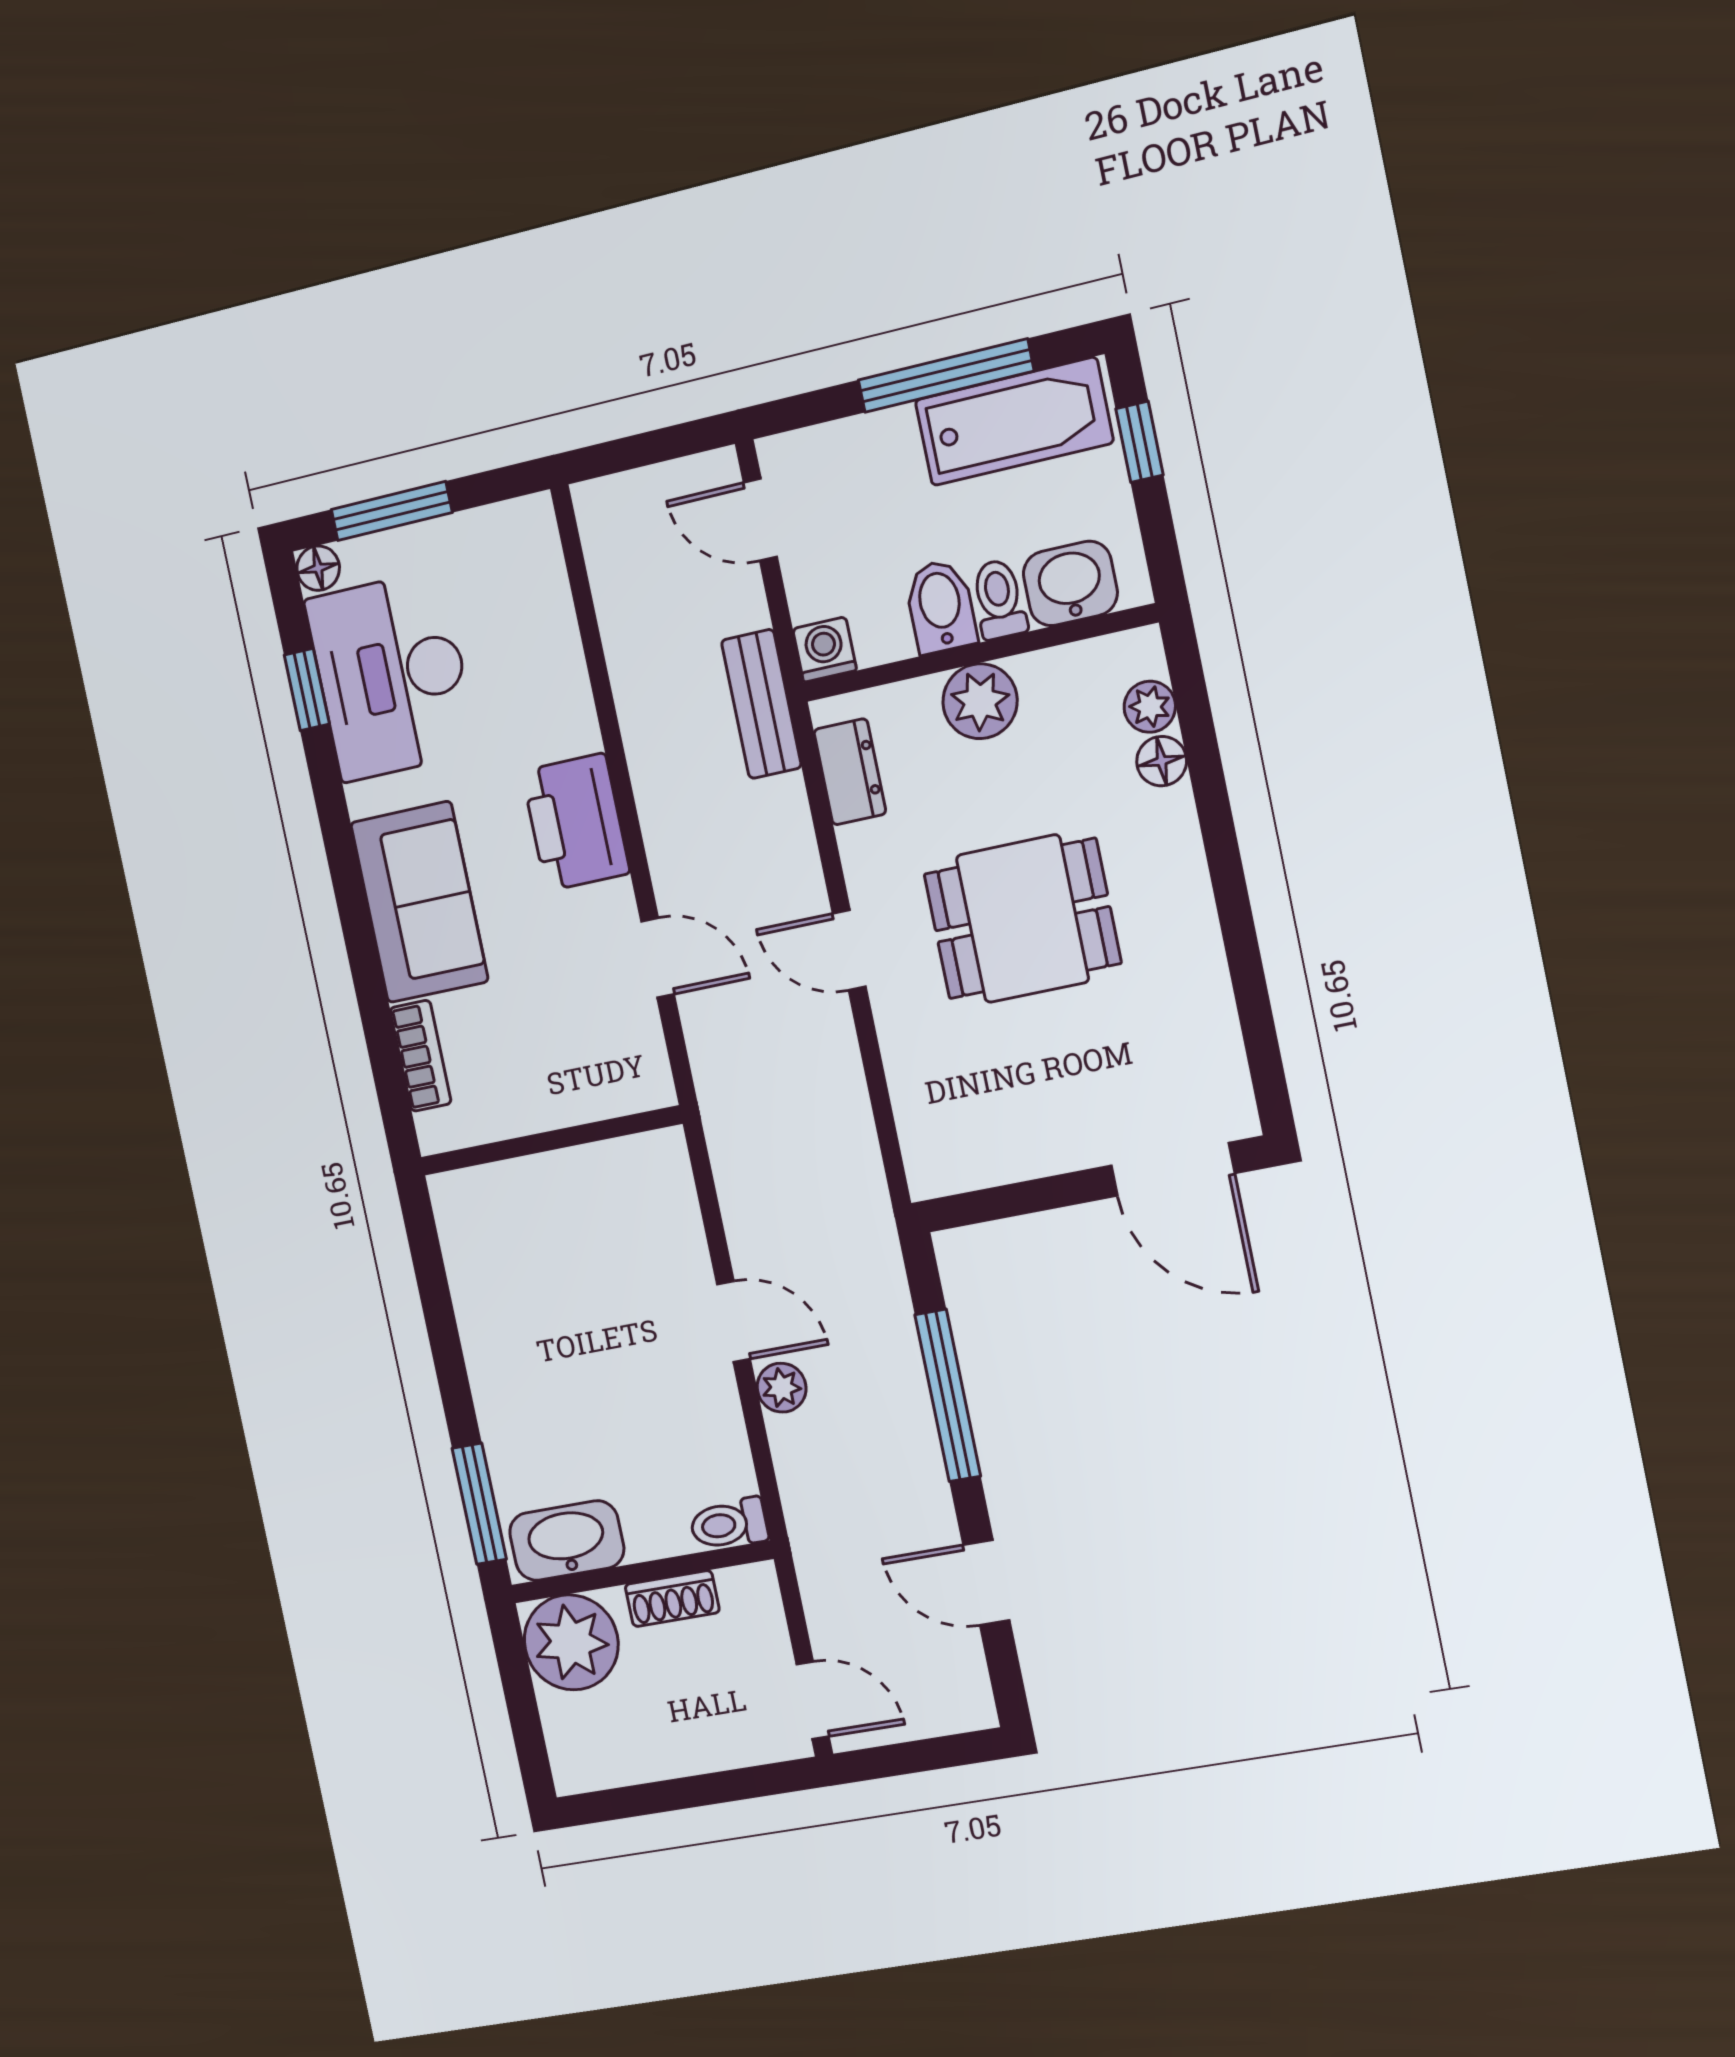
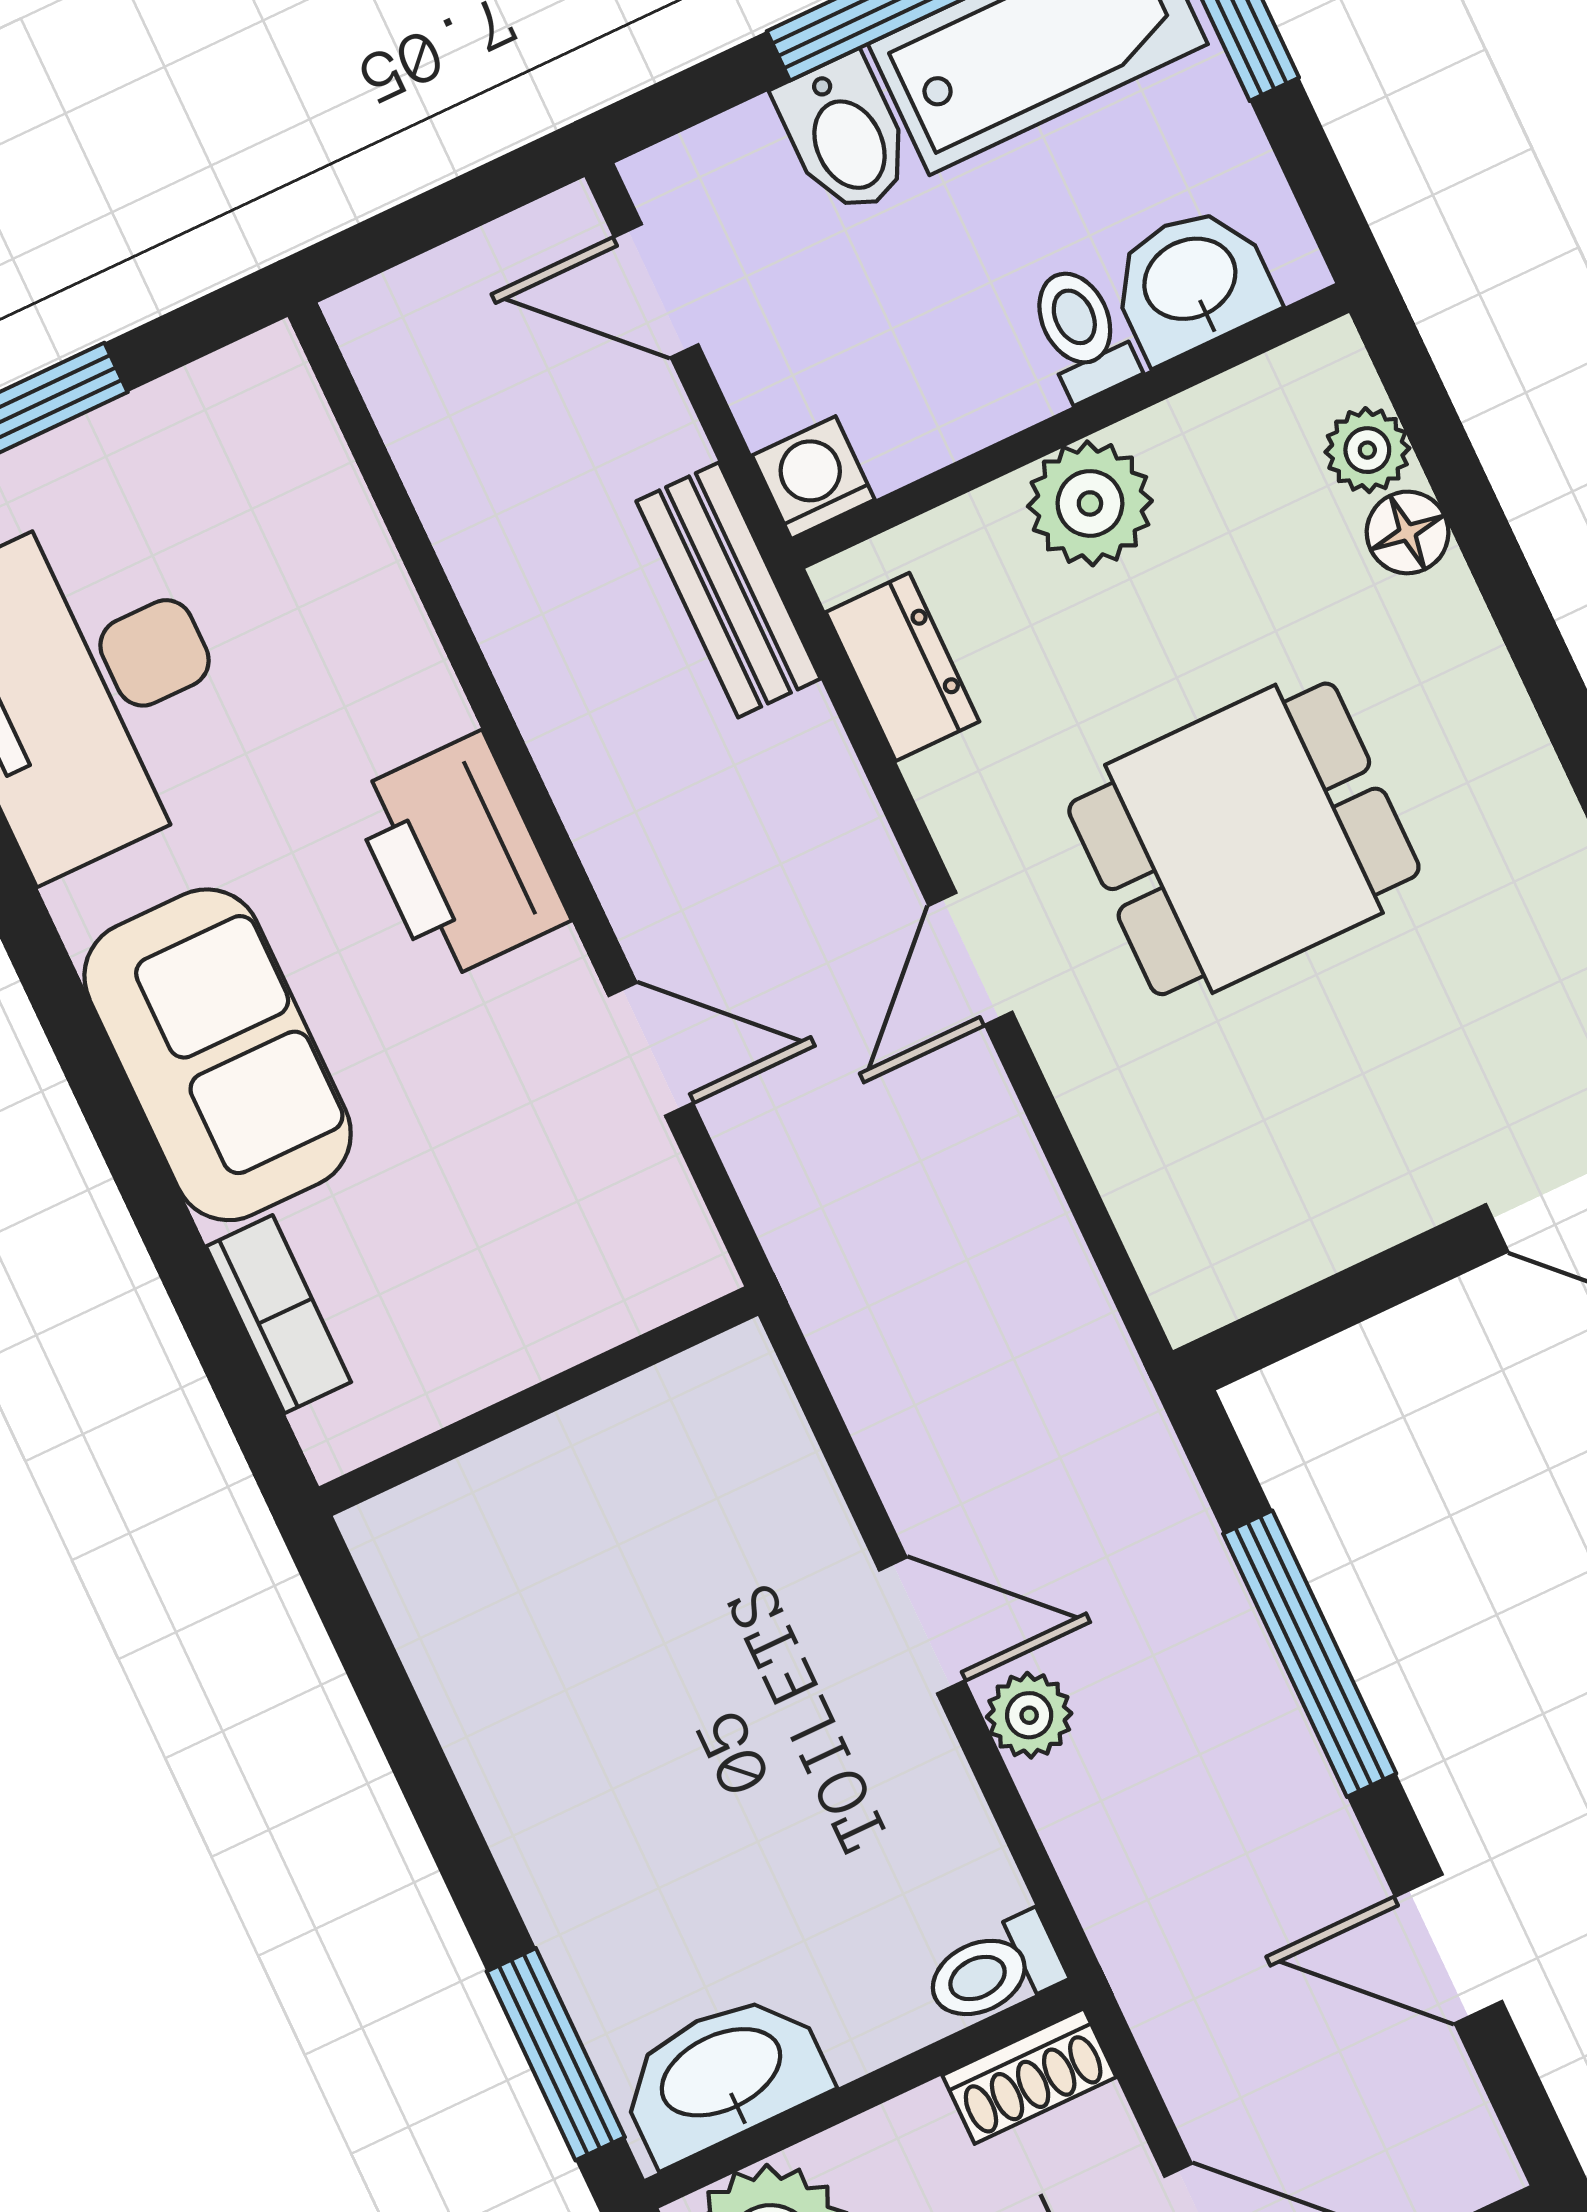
bidet: (941, 606) -> (845, 135), moved, turned 180
door: (849, 950) -> (971, 959), hinge flipped
shoe rack: (672, 1598) -> (1029, 2076), moved

